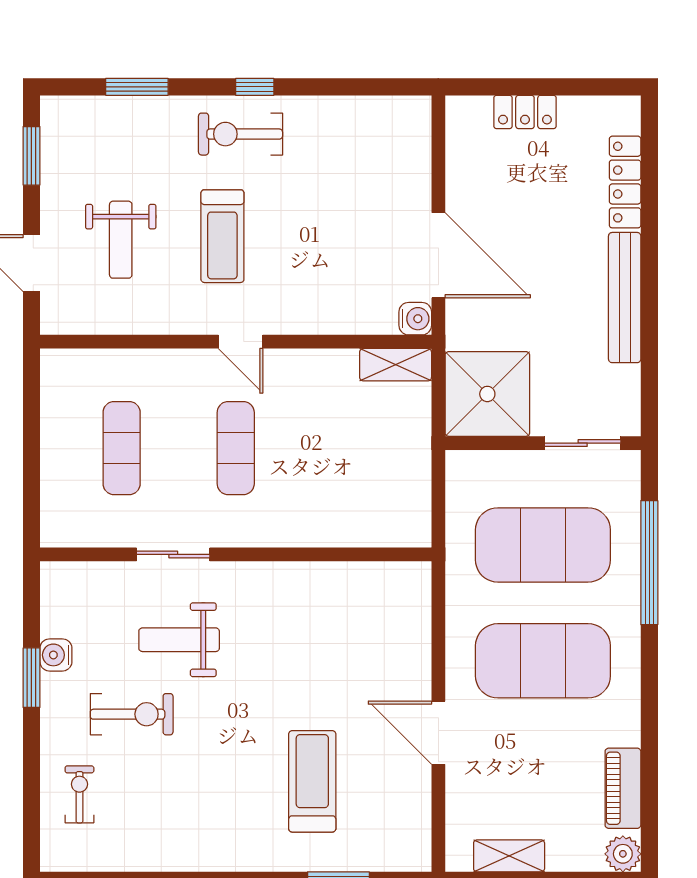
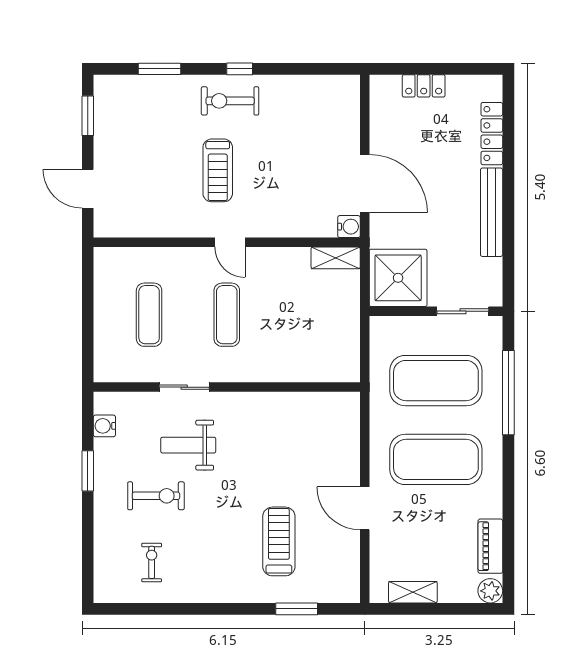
weight bench: (121, 240) -> (149, 173), removed
water cooler: (56, 655) -> (104, 426), moved
exercise bike: (79, 794) -> (152, 562), moved

